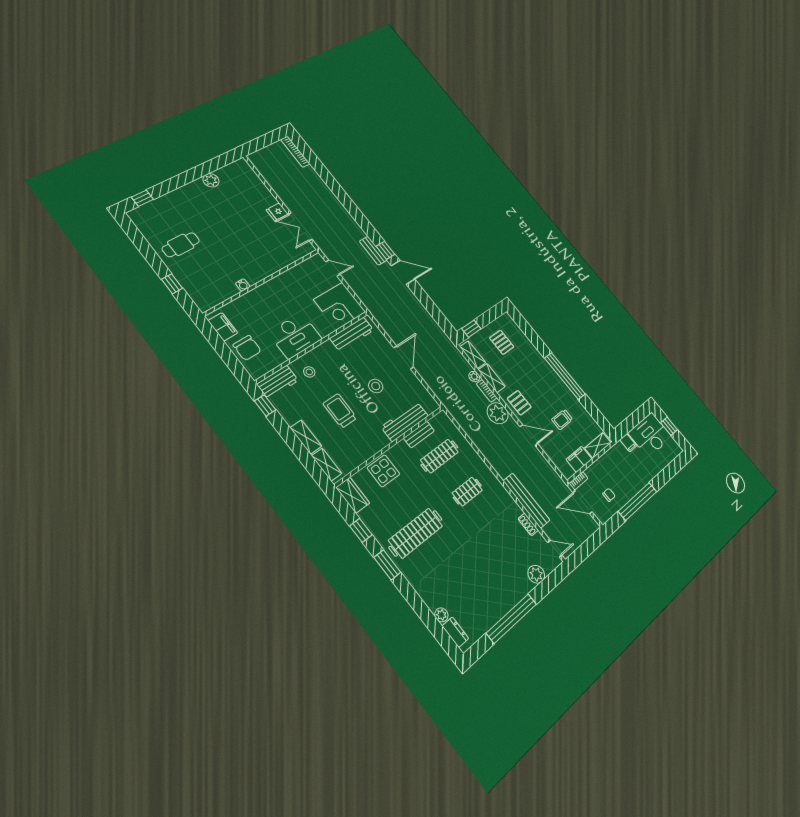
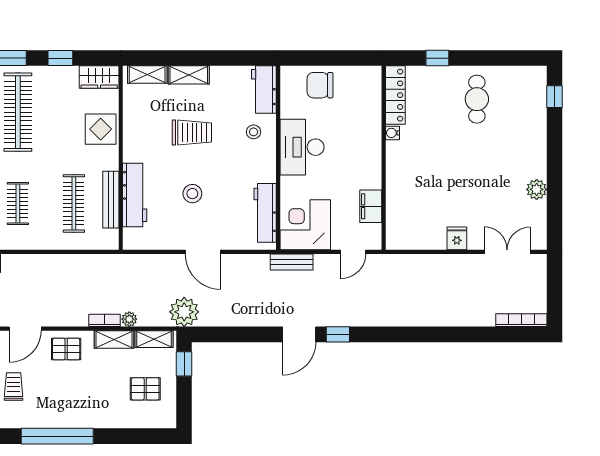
double door: (300, 227) -> (507, 252), moved
bench: (373, 251) -> (292, 262), moved
locker: (217, 297) -> (395, 95), added
filing cabinet: (223, 327) -> (371, 206), moved, turned 90
window: (265, 405) -> (248, 58), removed
plant: (498, 413) -> (184, 312), moved
bench: (419, 434) -> (111, 200), width x1.36

